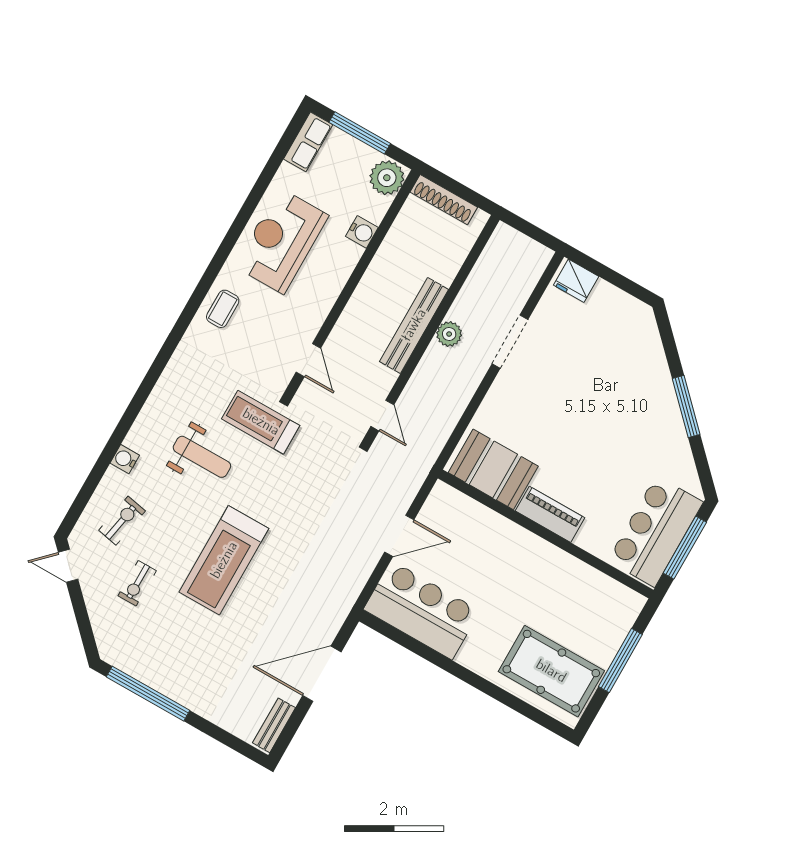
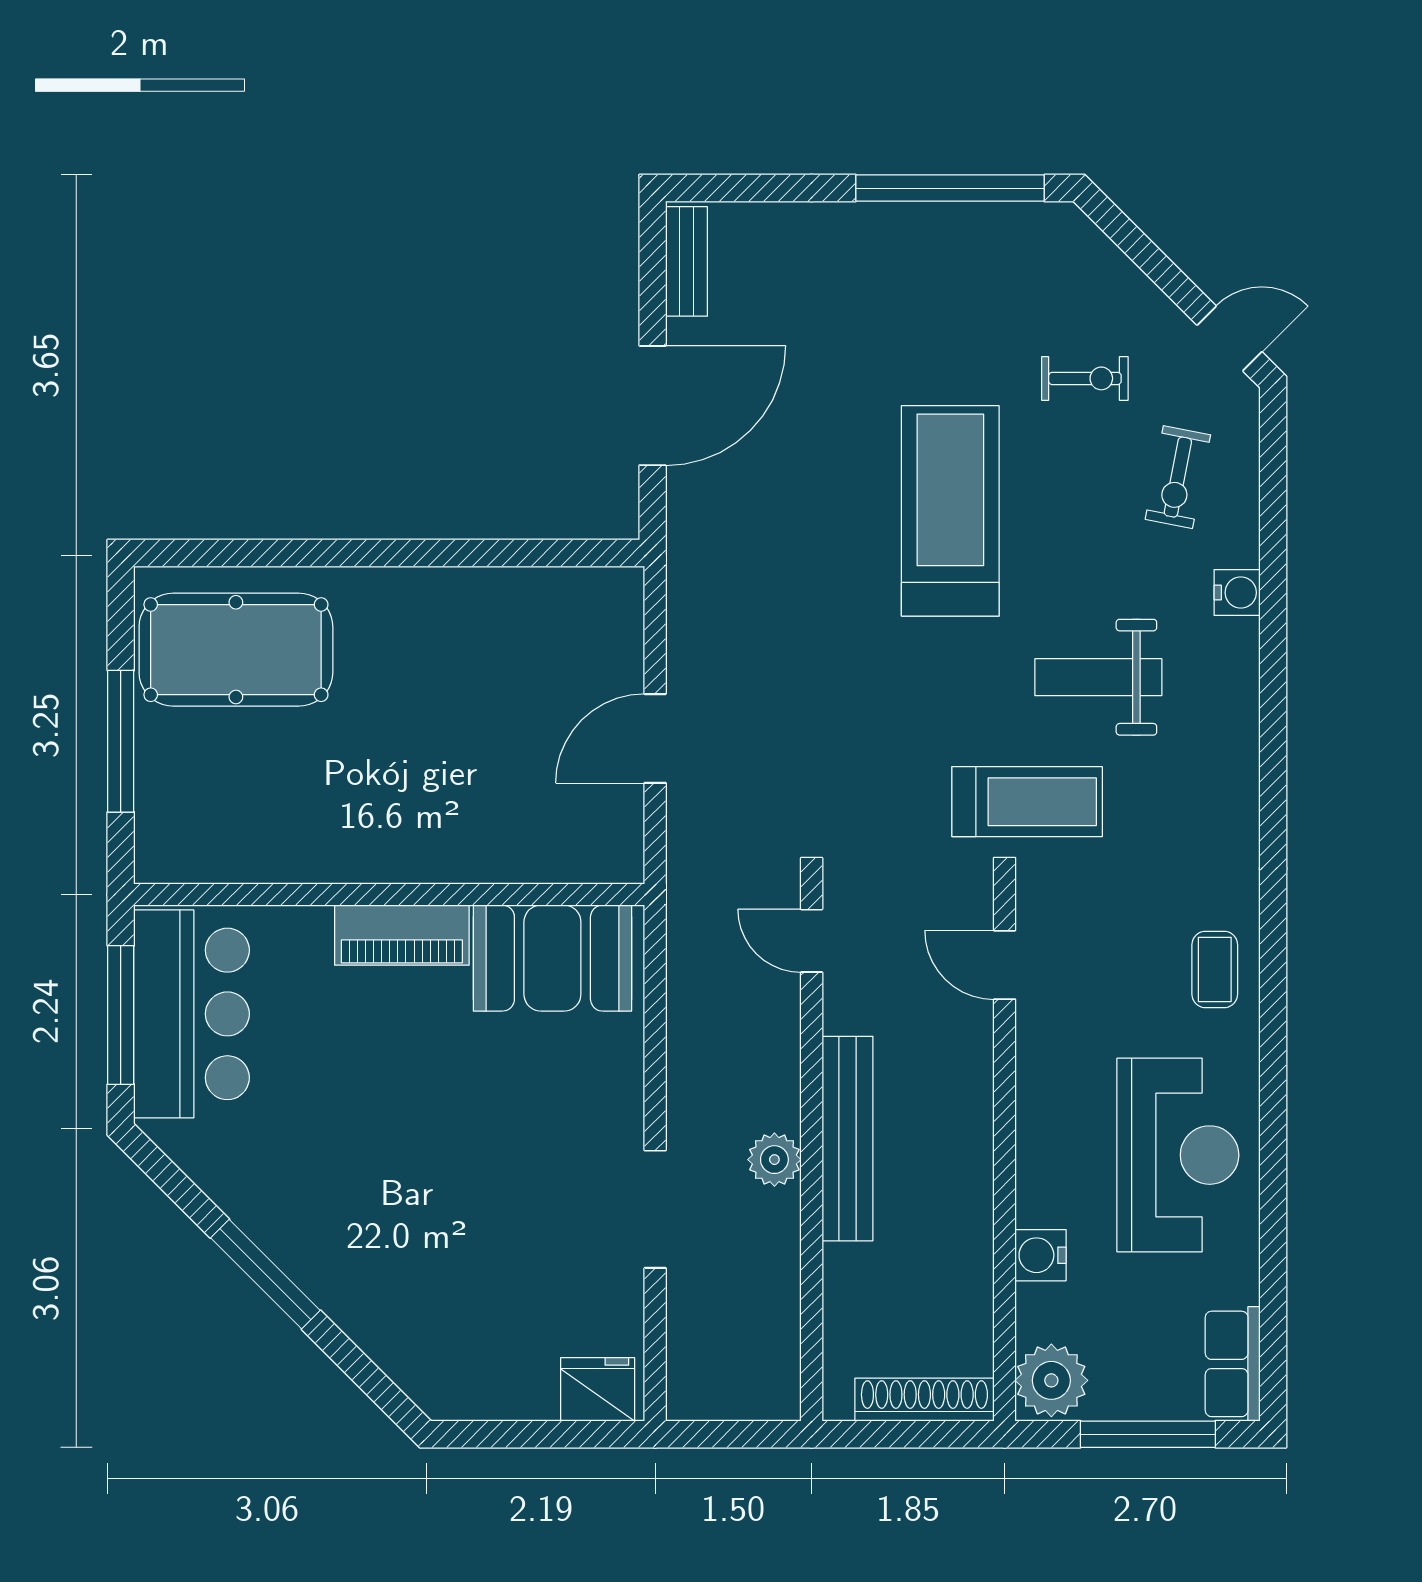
exercise bike: (137, 583) -> (1085, 378), turned 90
bar counter: (422, 610) -> (537, 626), removed

